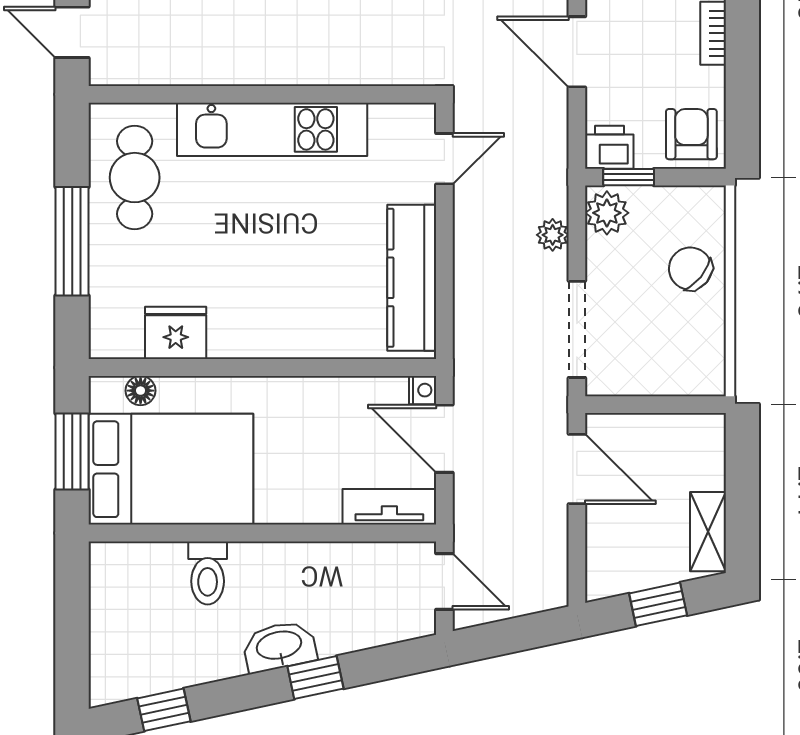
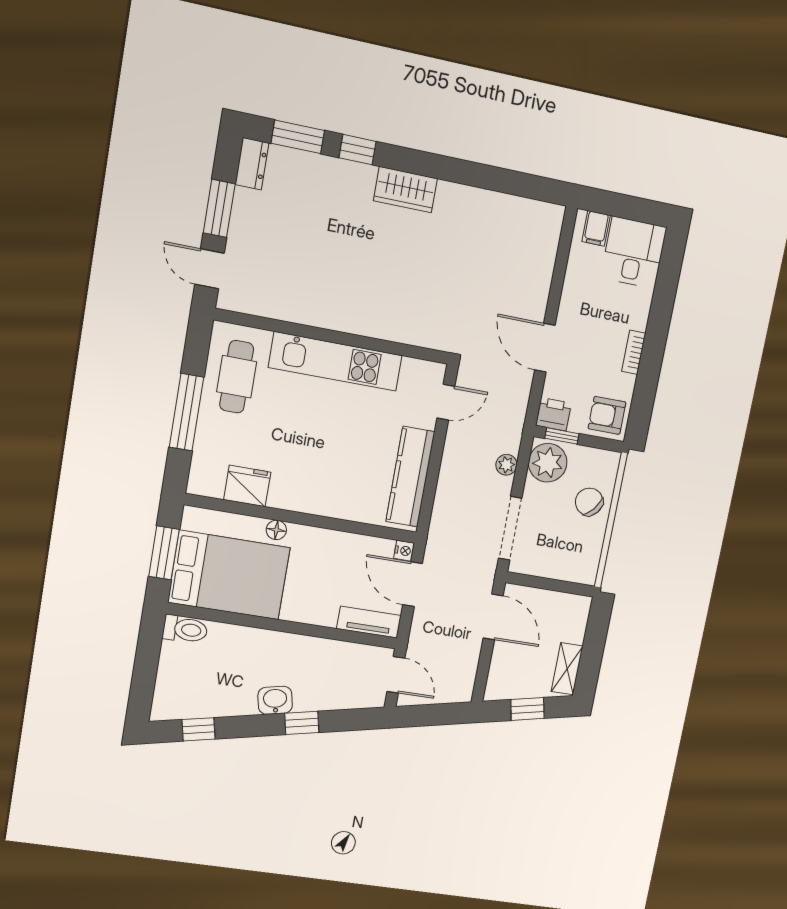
armchair: (691, 134) -> (607, 415), turned -90
plant: (607, 213) -> (548, 463), width x1.36, depth x1.36
floor lamp: (141, 391) -> (276, 530), moved
toilet: (208, 573) -> (185, 629), moved, turned -90
washbasin: (279, 646) -> (275, 700), width x0.72

